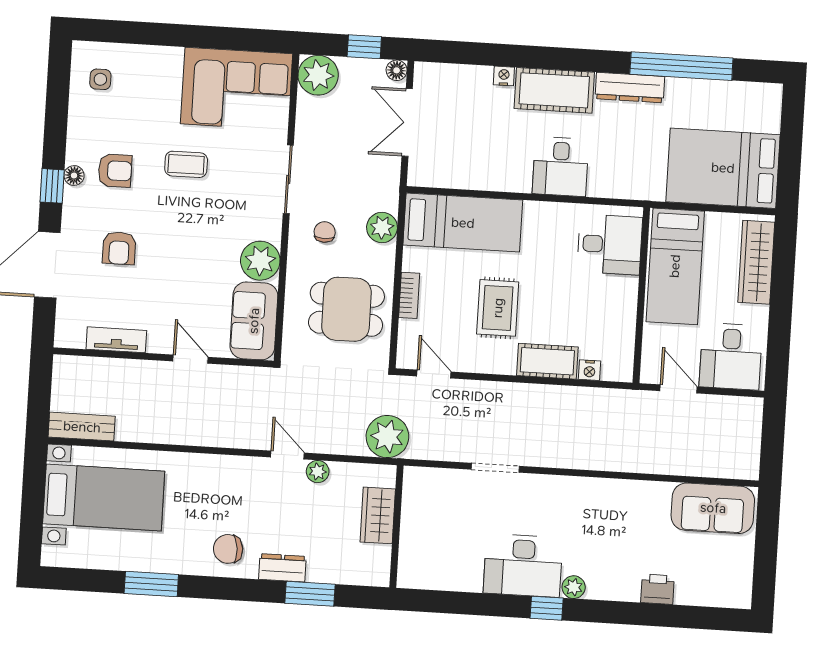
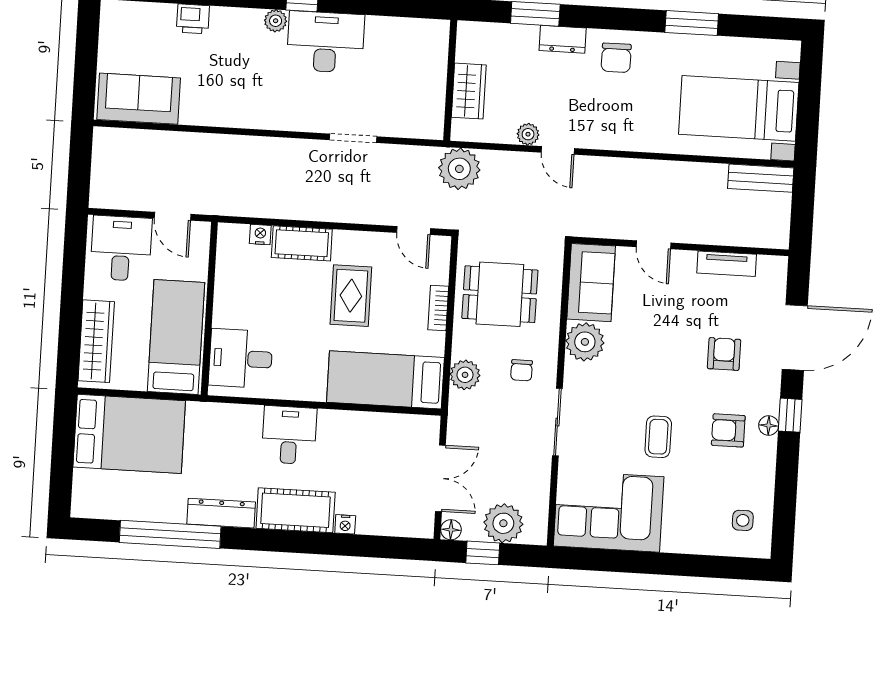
plant: (318, 75) -> (503, 523), moved
coffee table: (186, 164) -> (658, 437), turned 90
chair: (228, 549) -> (616, 58), turned 95

